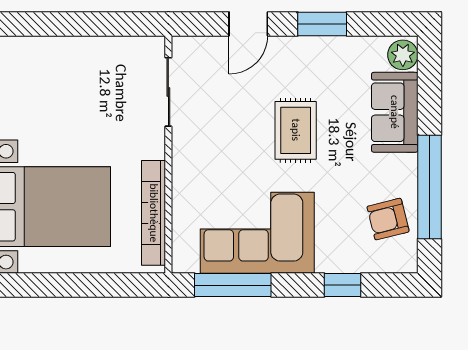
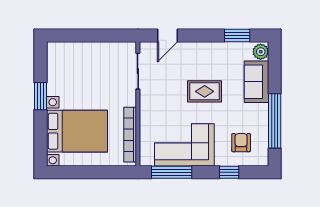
door: (248, 24) -> (167, 35), moved
window: (322, 24) -> (237, 35), moved
rug: (296, 130) -> (205, 91), turned 90
armchair: (388, 219) -> (241, 143), moved, turned 104

